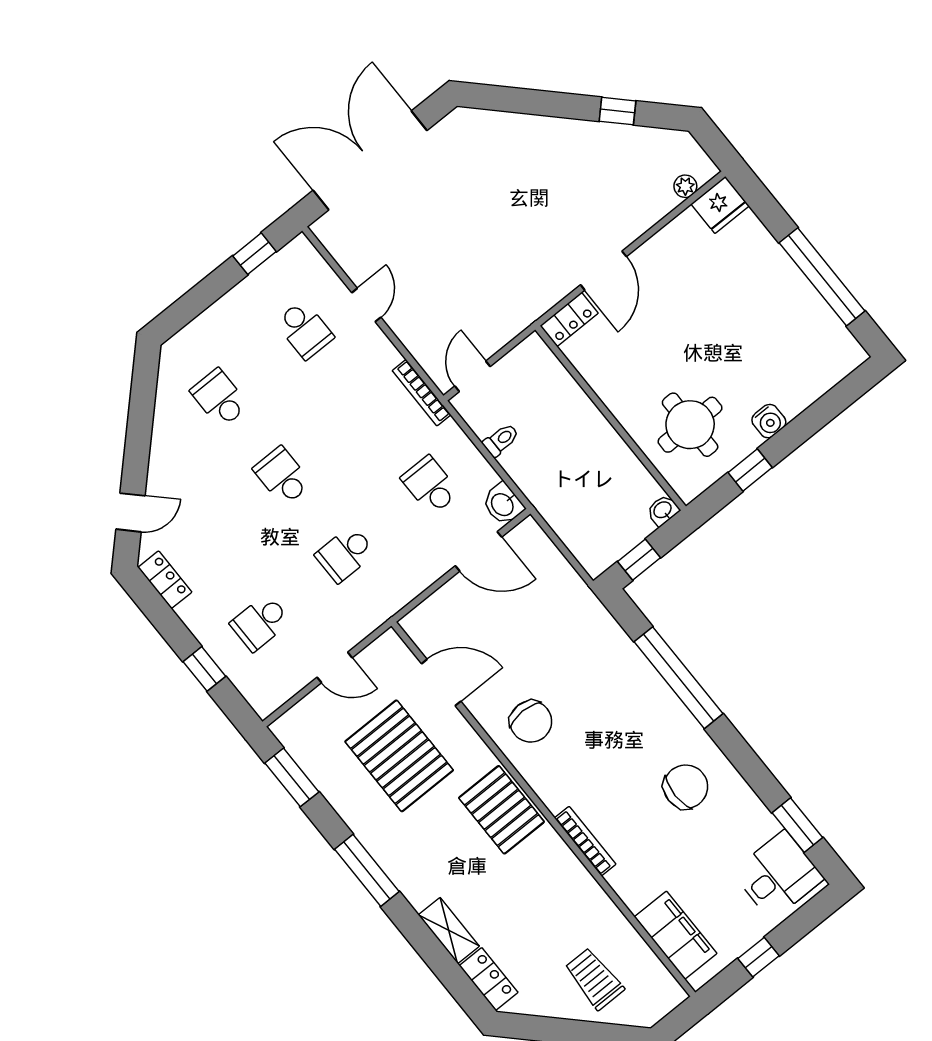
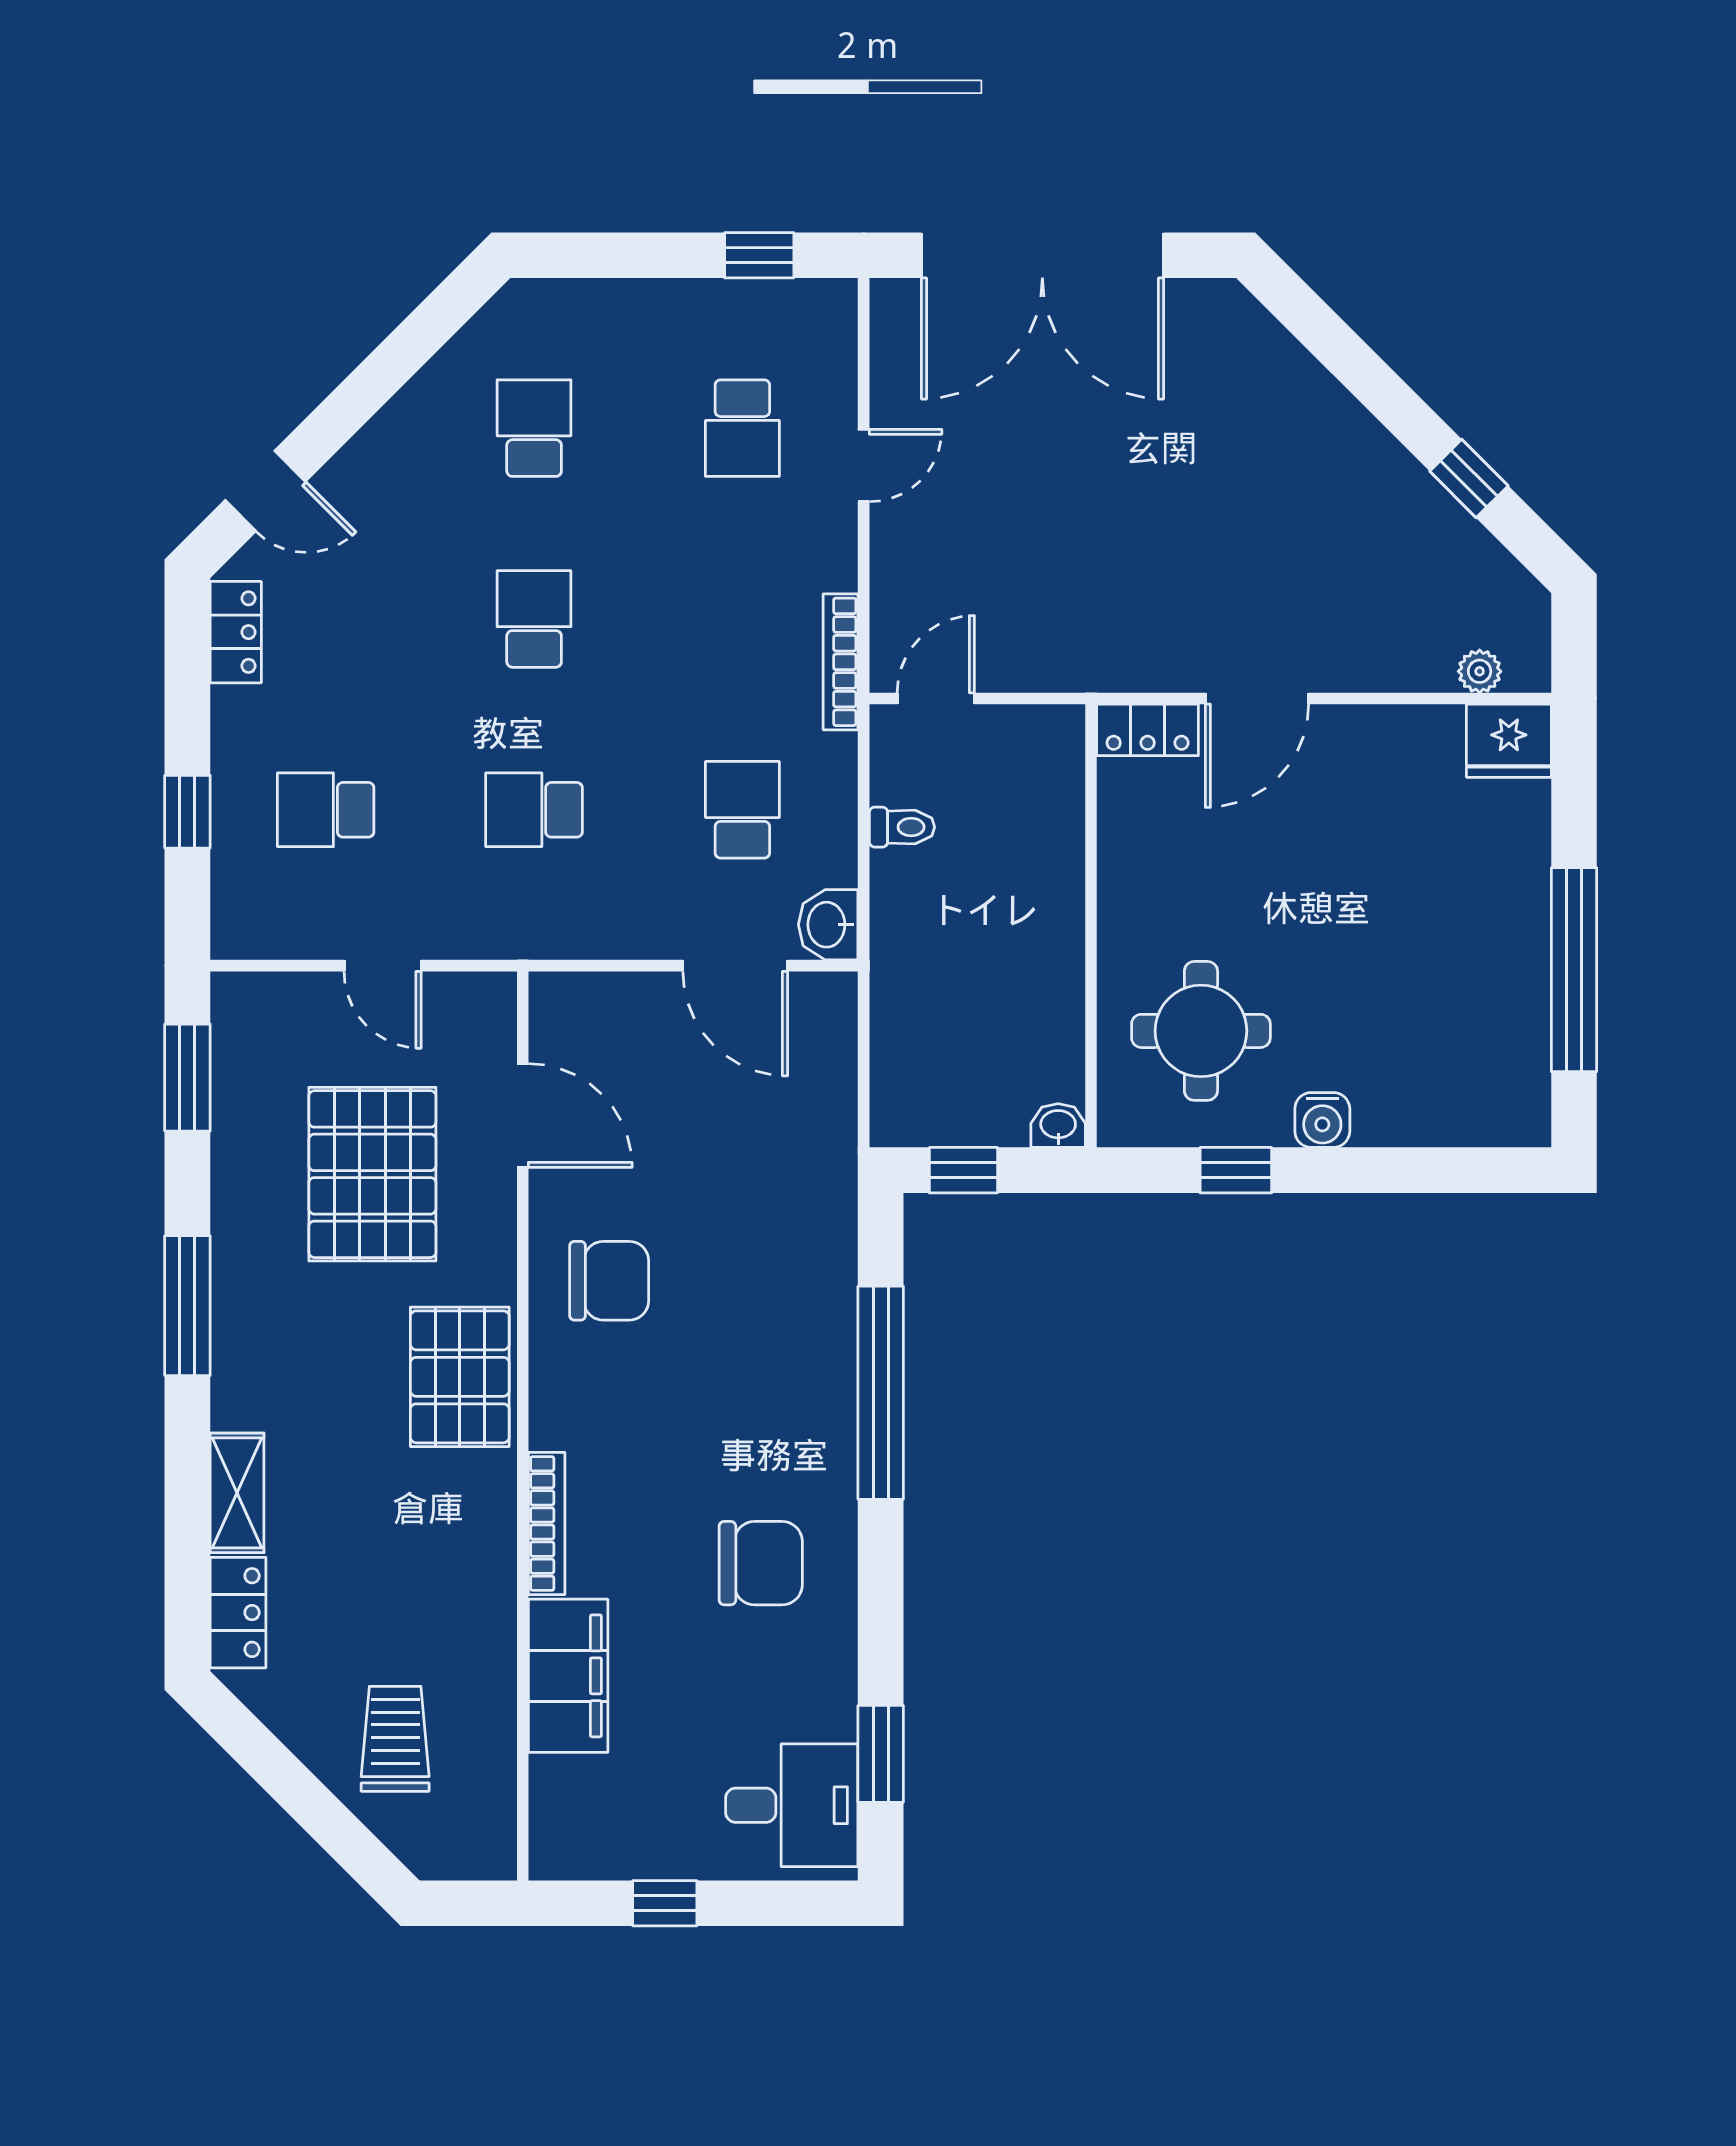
double door: (370, 160) -> (1042, 255), swing flipped
chair: (531, 721) -> (609, 1281), turned -90
filing cabinet: (676, 935) -> (568, 1676), moved

